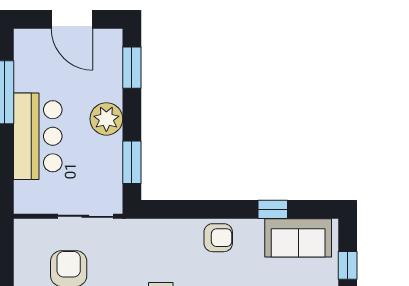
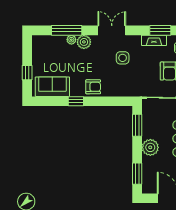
window: (273, 209) -> (76, 101), moved
armchair: (218, 238) -> (93, 87), turned 180

